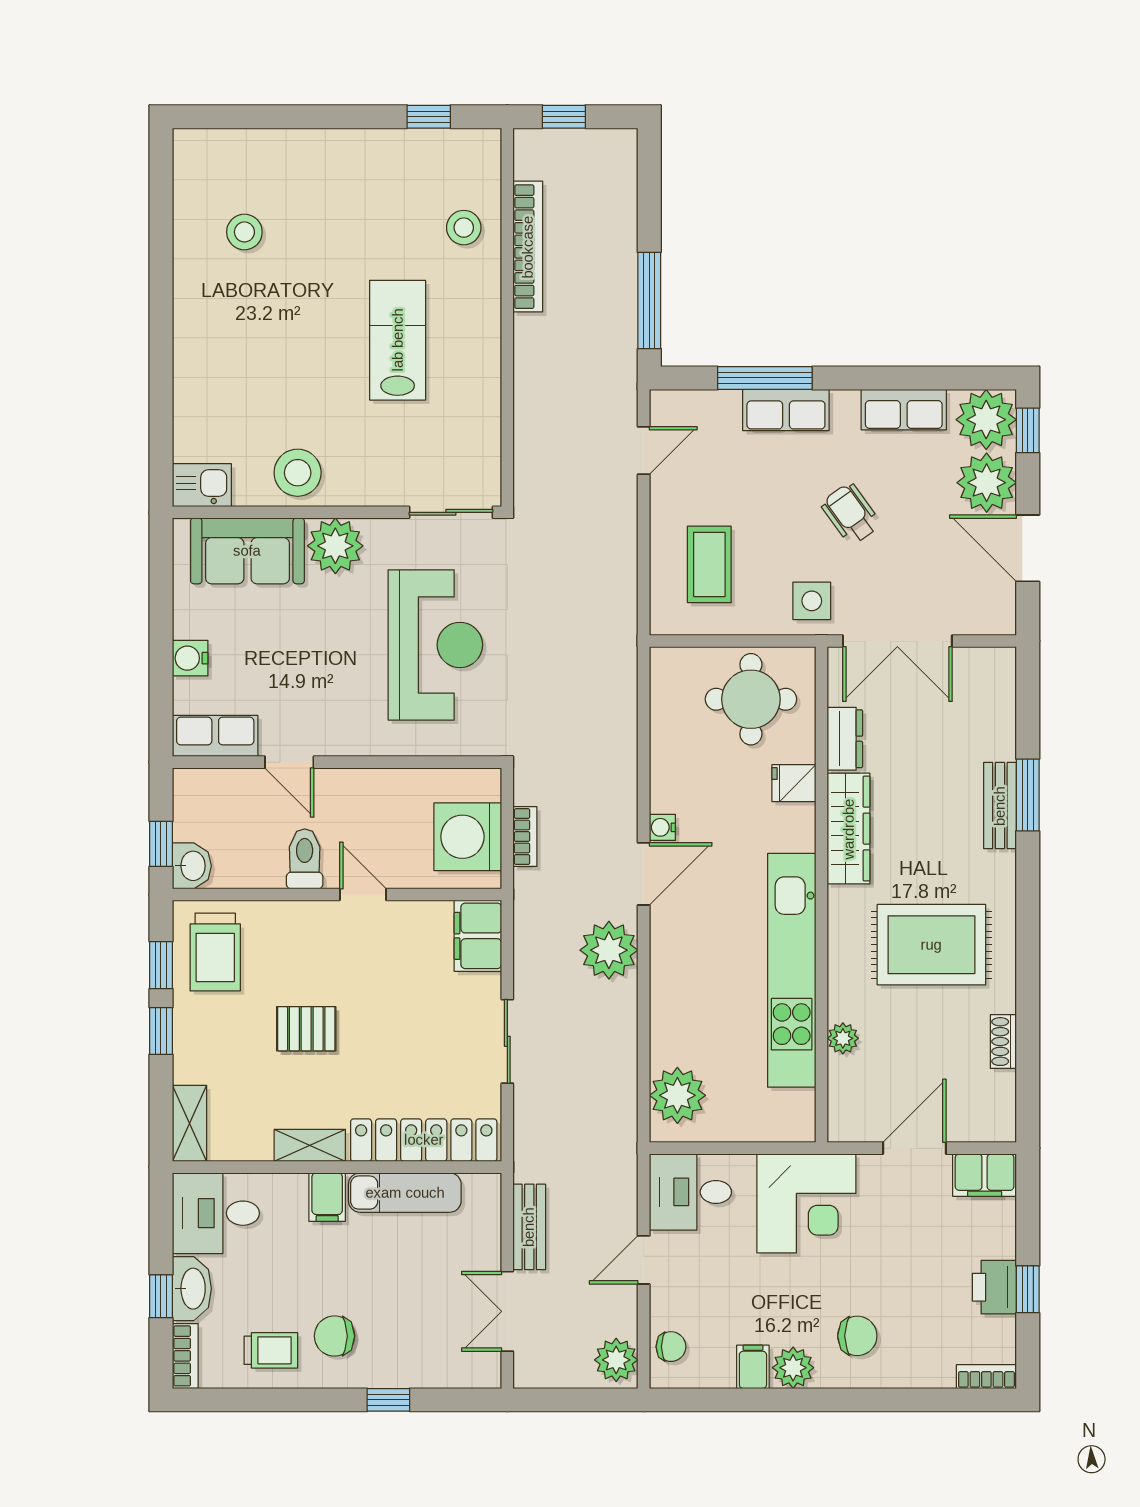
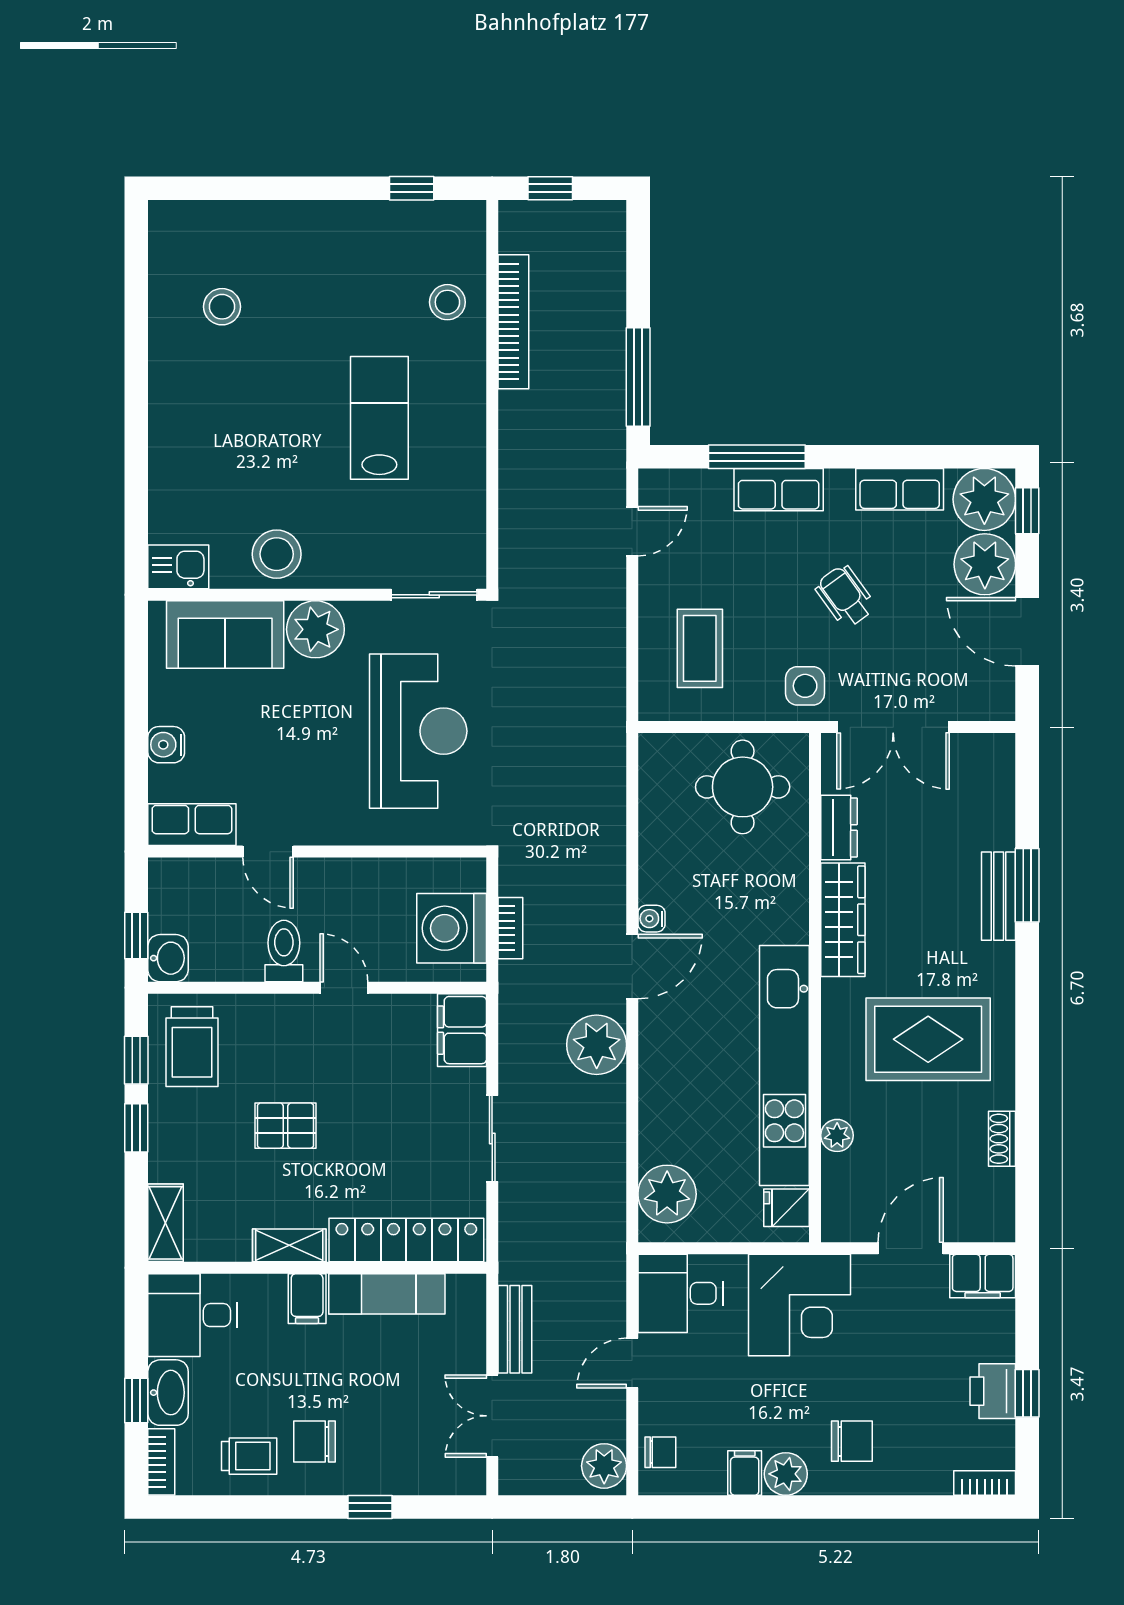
fridge: (794, 783) -> (787, 1208), moved

